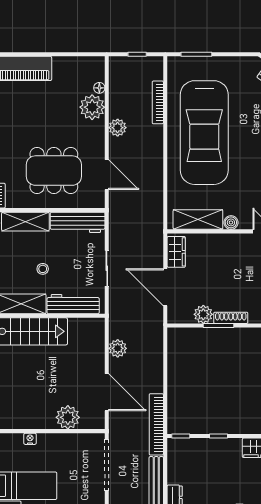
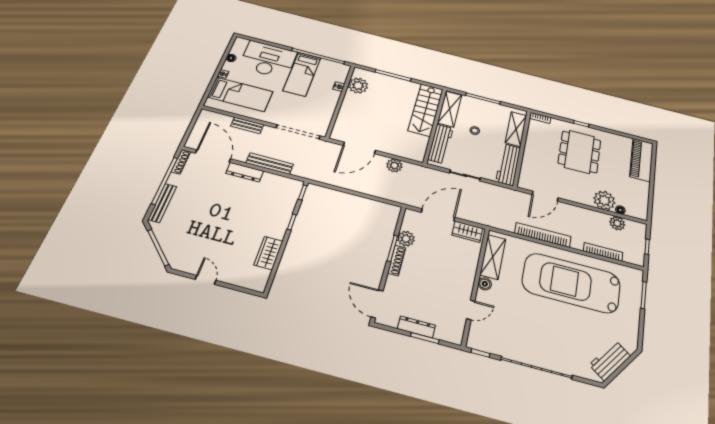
plant: (118, 128) -> (617, 223), moved
dining table: (54, 171) -> (579, 152), moved
plant: (68, 417) -> (358, 85), moved
bookcase: (156, 424) -> (543, 235), moved

